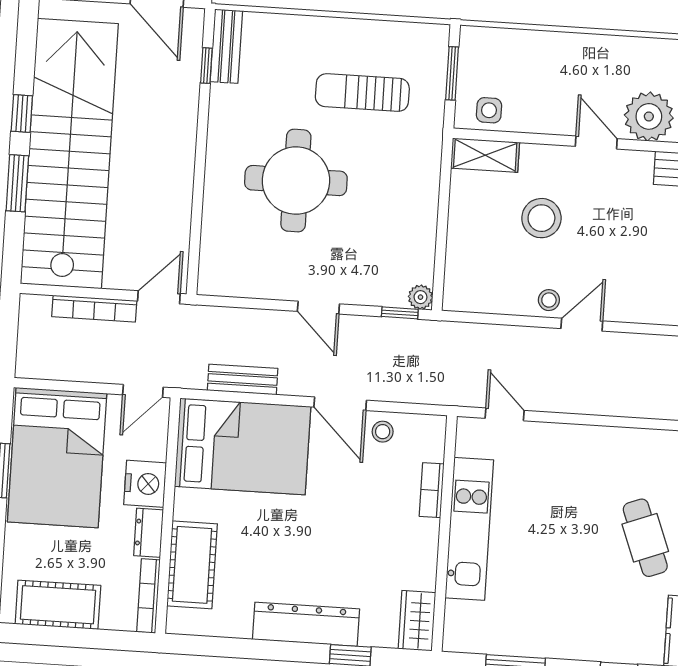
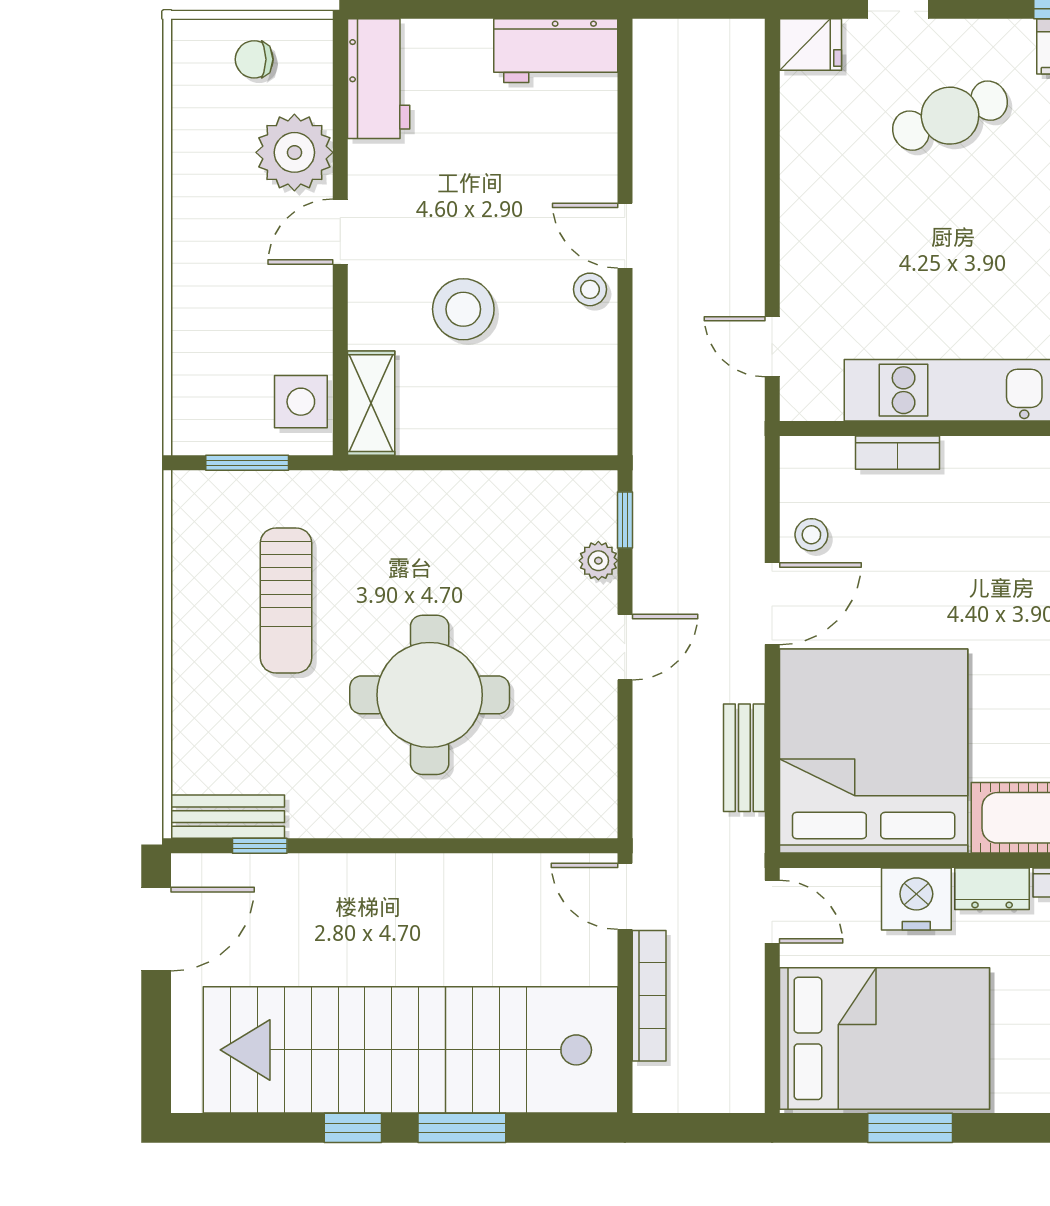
side table: (489, 110) -> (301, 402), width x1.37, depth x1.37
plant: (420, 297) -> (598, 561), moved
door: (505, 414) -> (772, 347), hinge flipped
bed: (243, 446) -> (874, 751), width x1.36

